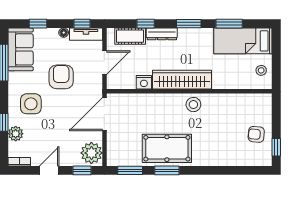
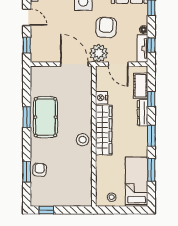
armchair: (61, 77) -> (106, 27), turned -88
armchair: (256, 134) -> (40, 170), moved
plant: (91, 153) -> (99, 53), moved
window: (130, 170) -> (27, 172), moved

